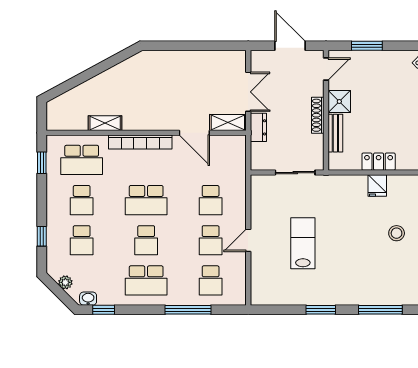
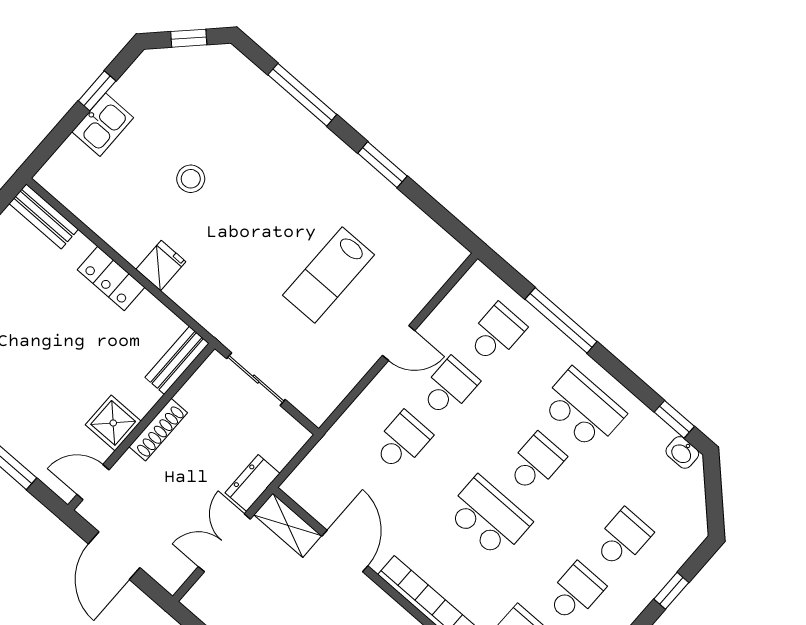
bench: (335, 133) -> (177, 360), moved
locker: (379, 162) -> (111, 278), moved
plant: (65, 282) -> (694, 501), removed

